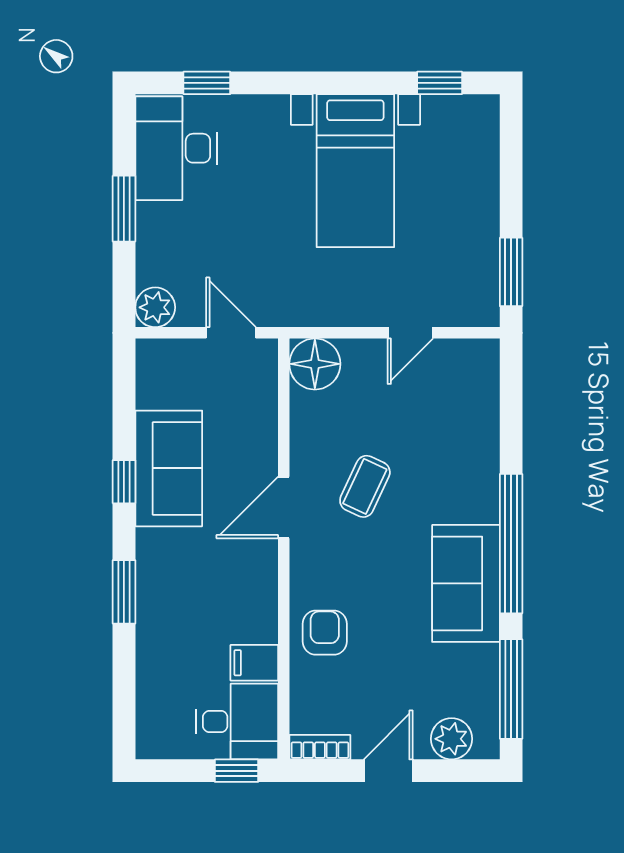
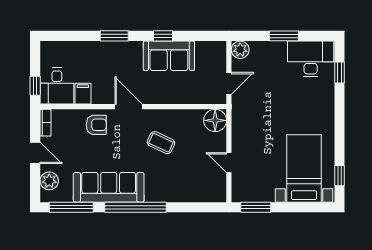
bed with nightstands: (355, 171) -> (304, 168), moved, turned 90
door: (284, 508) -> (129, 107), moved
sofa: (466, 583) -> (109, 187), width x1.36

